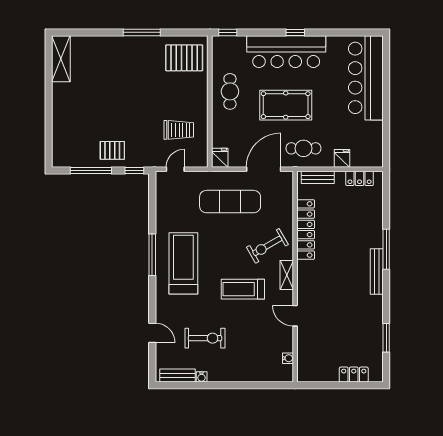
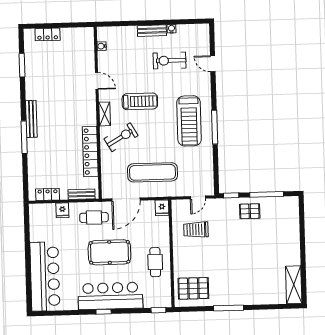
bench: (177, 375) -> (152, 31), moved

